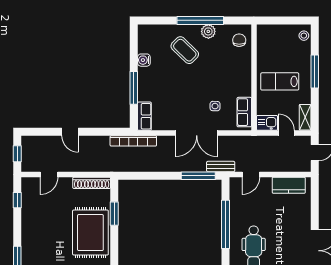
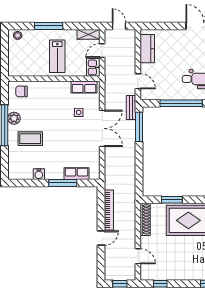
coffee table: (185, 50) -> (30, 139), turned 46
row of seats: (144, 116) -> (77, 174), moved
bookcase: (133, 141) -> (109, 210), moved

